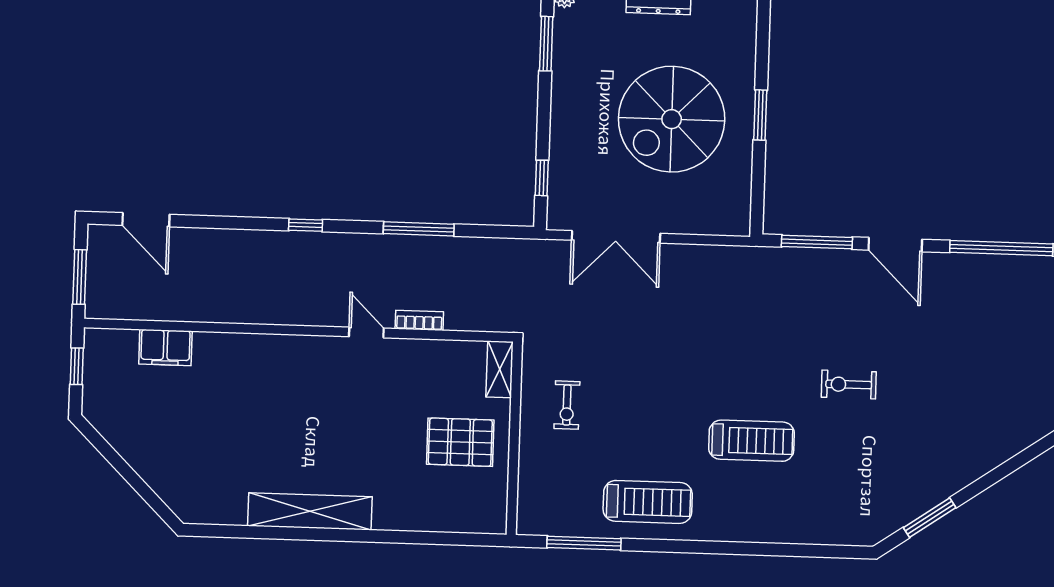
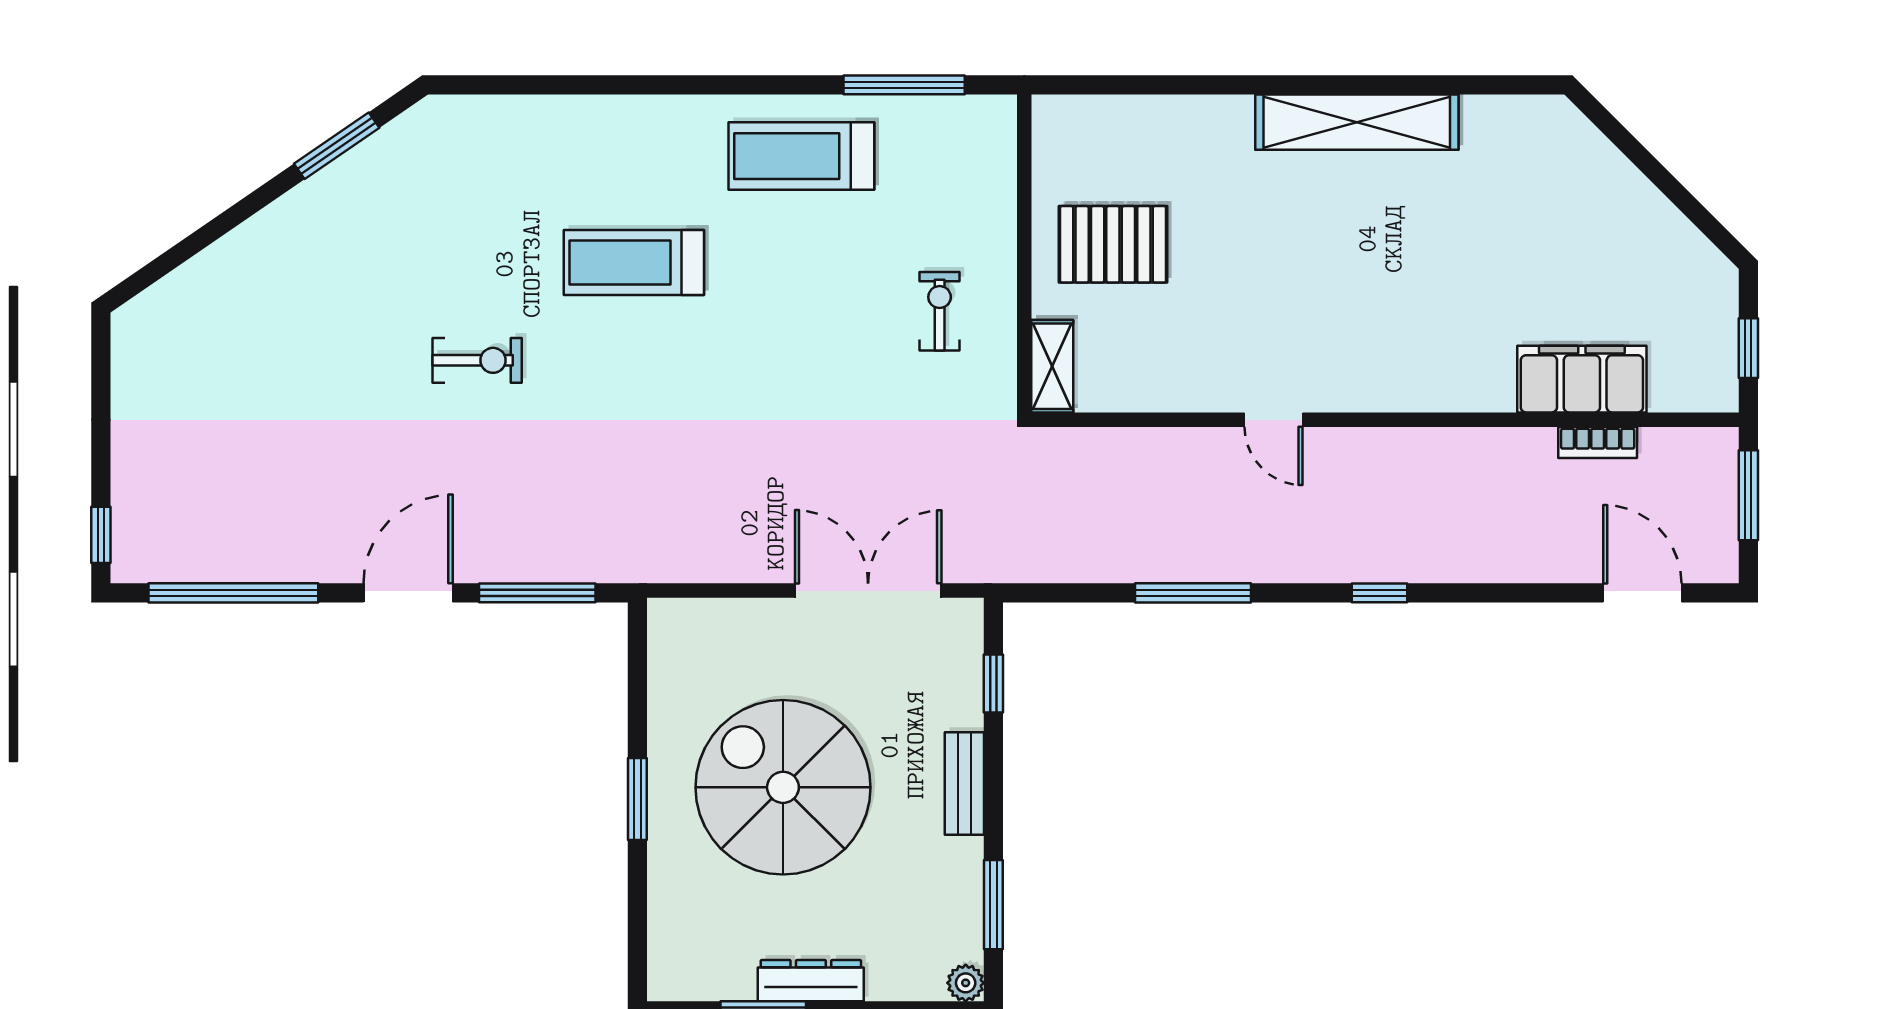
bench: (561, 118) -> (964, 783), added
spiral stairs: (672, 119) -> (783, 787), turned -90
door: (895, 245) -> (408, 593), hinge flipped
bookcase: (419, 320) -> (1598, 442), moved
filing cabinet: (165, 347) -> (1582, 379), width x1.50, depth x1.17

